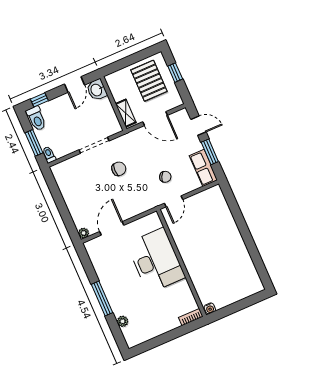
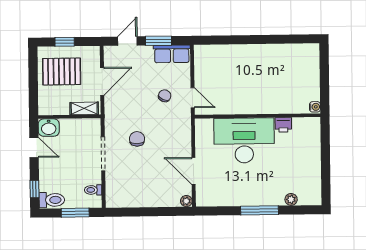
toilet: (49, 155) -> (93, 190), moved
printer: (183, 288) -> (283, 125), added
bookcase: (191, 317) -> (316, 129), removed

